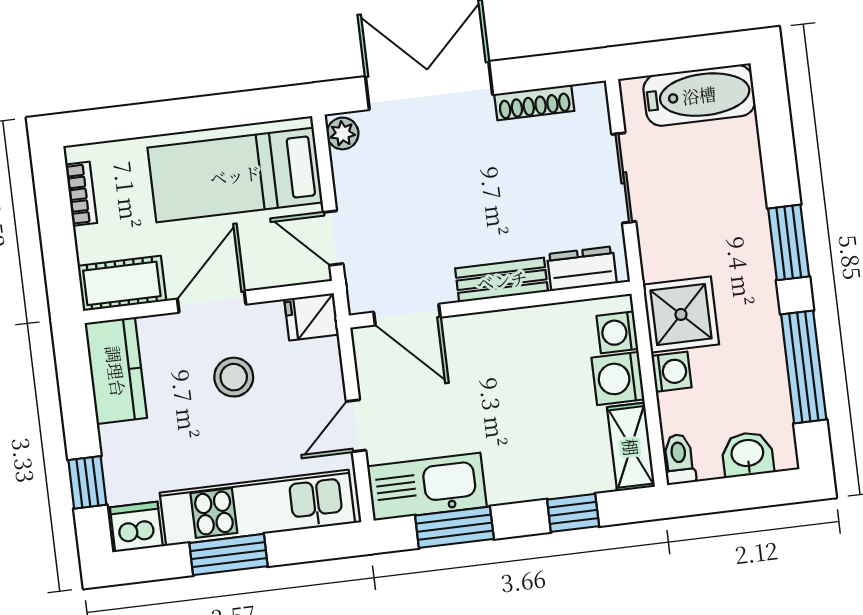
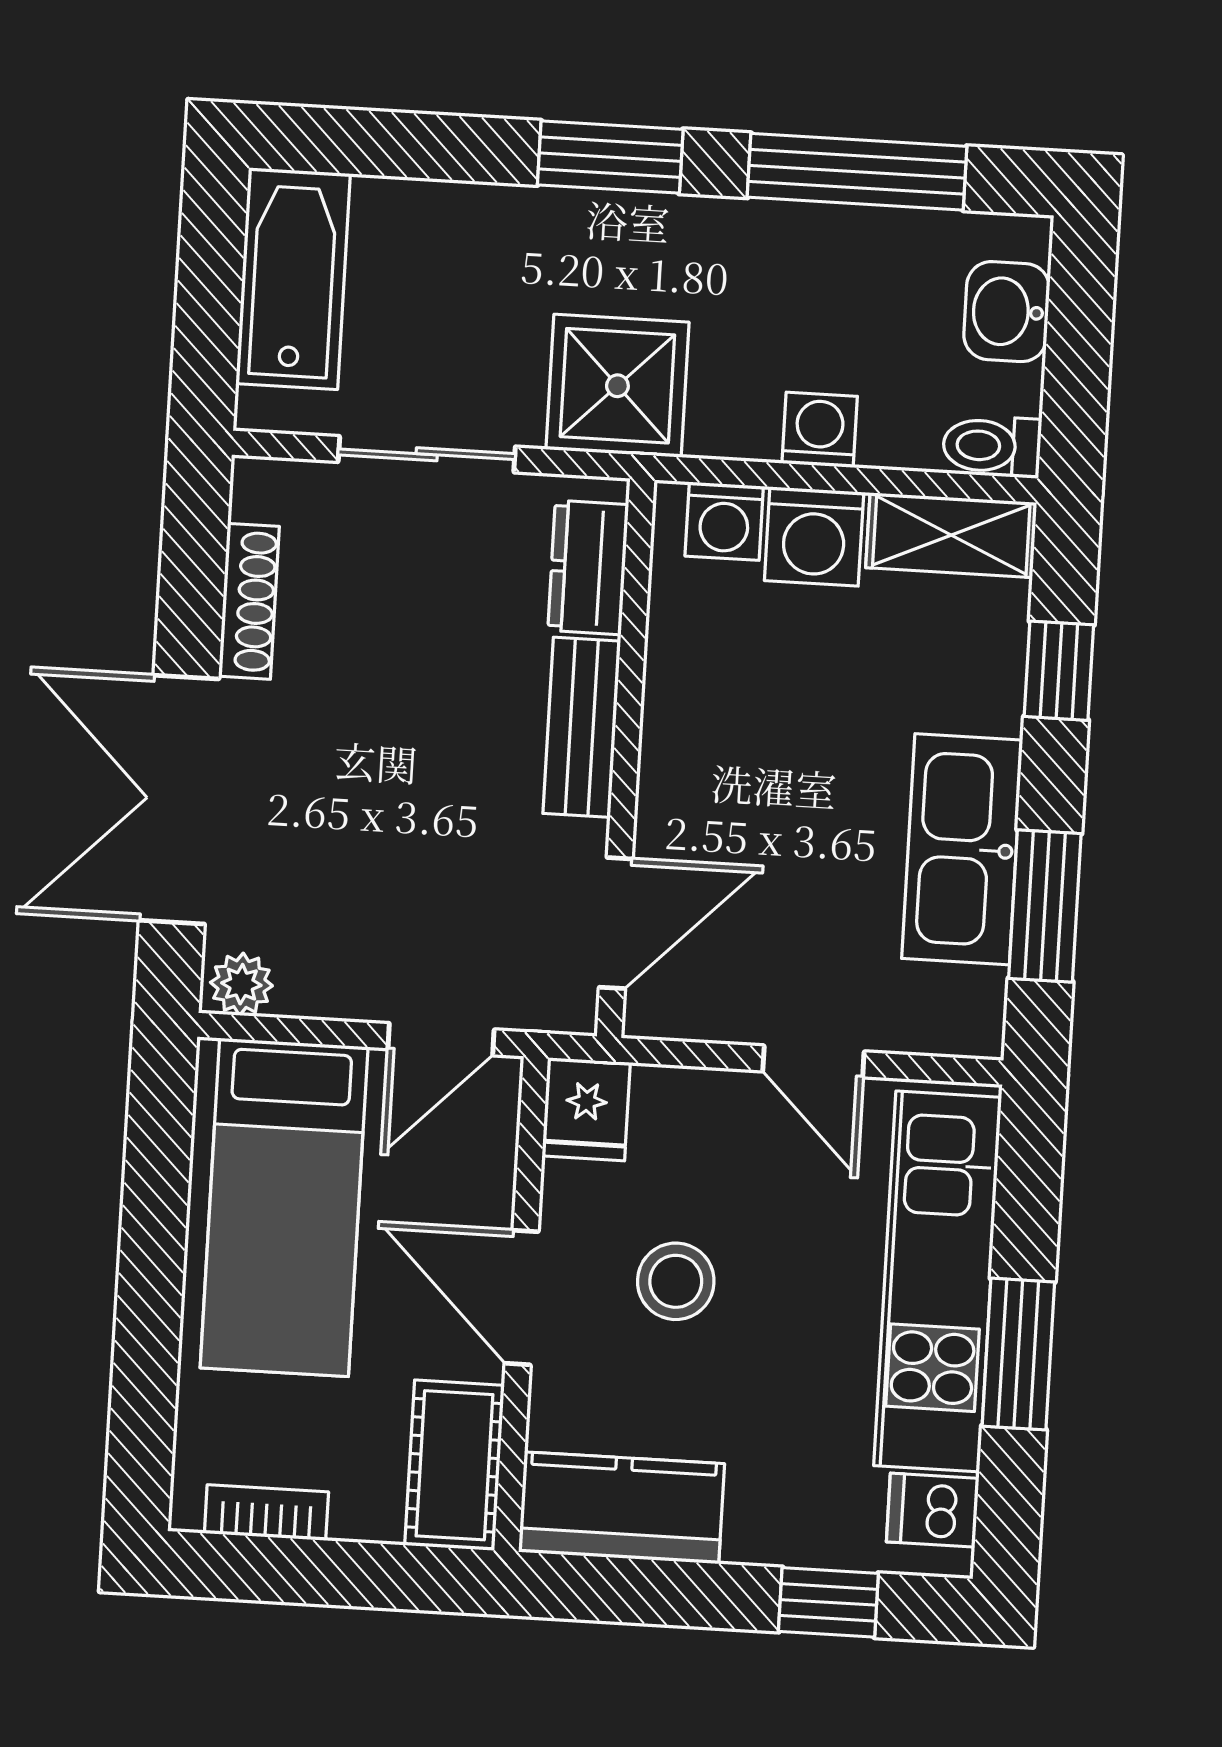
shower: (681, 314) -> (617, 386), moved
kitchen sink: (427, 487) -> (962, 849), moved
dishwasher: (136, 527) -> (933, 1510), width x0.73

